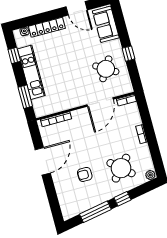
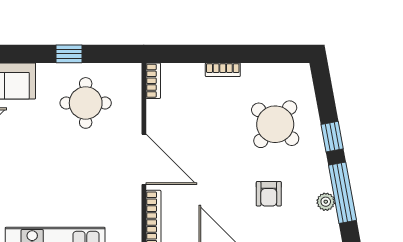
round table: (106, 69) -> (86, 103), turned -31
door: (100, 102) -> (144, 159), moved
plant: (150, 175) -> (326, 202), moved

